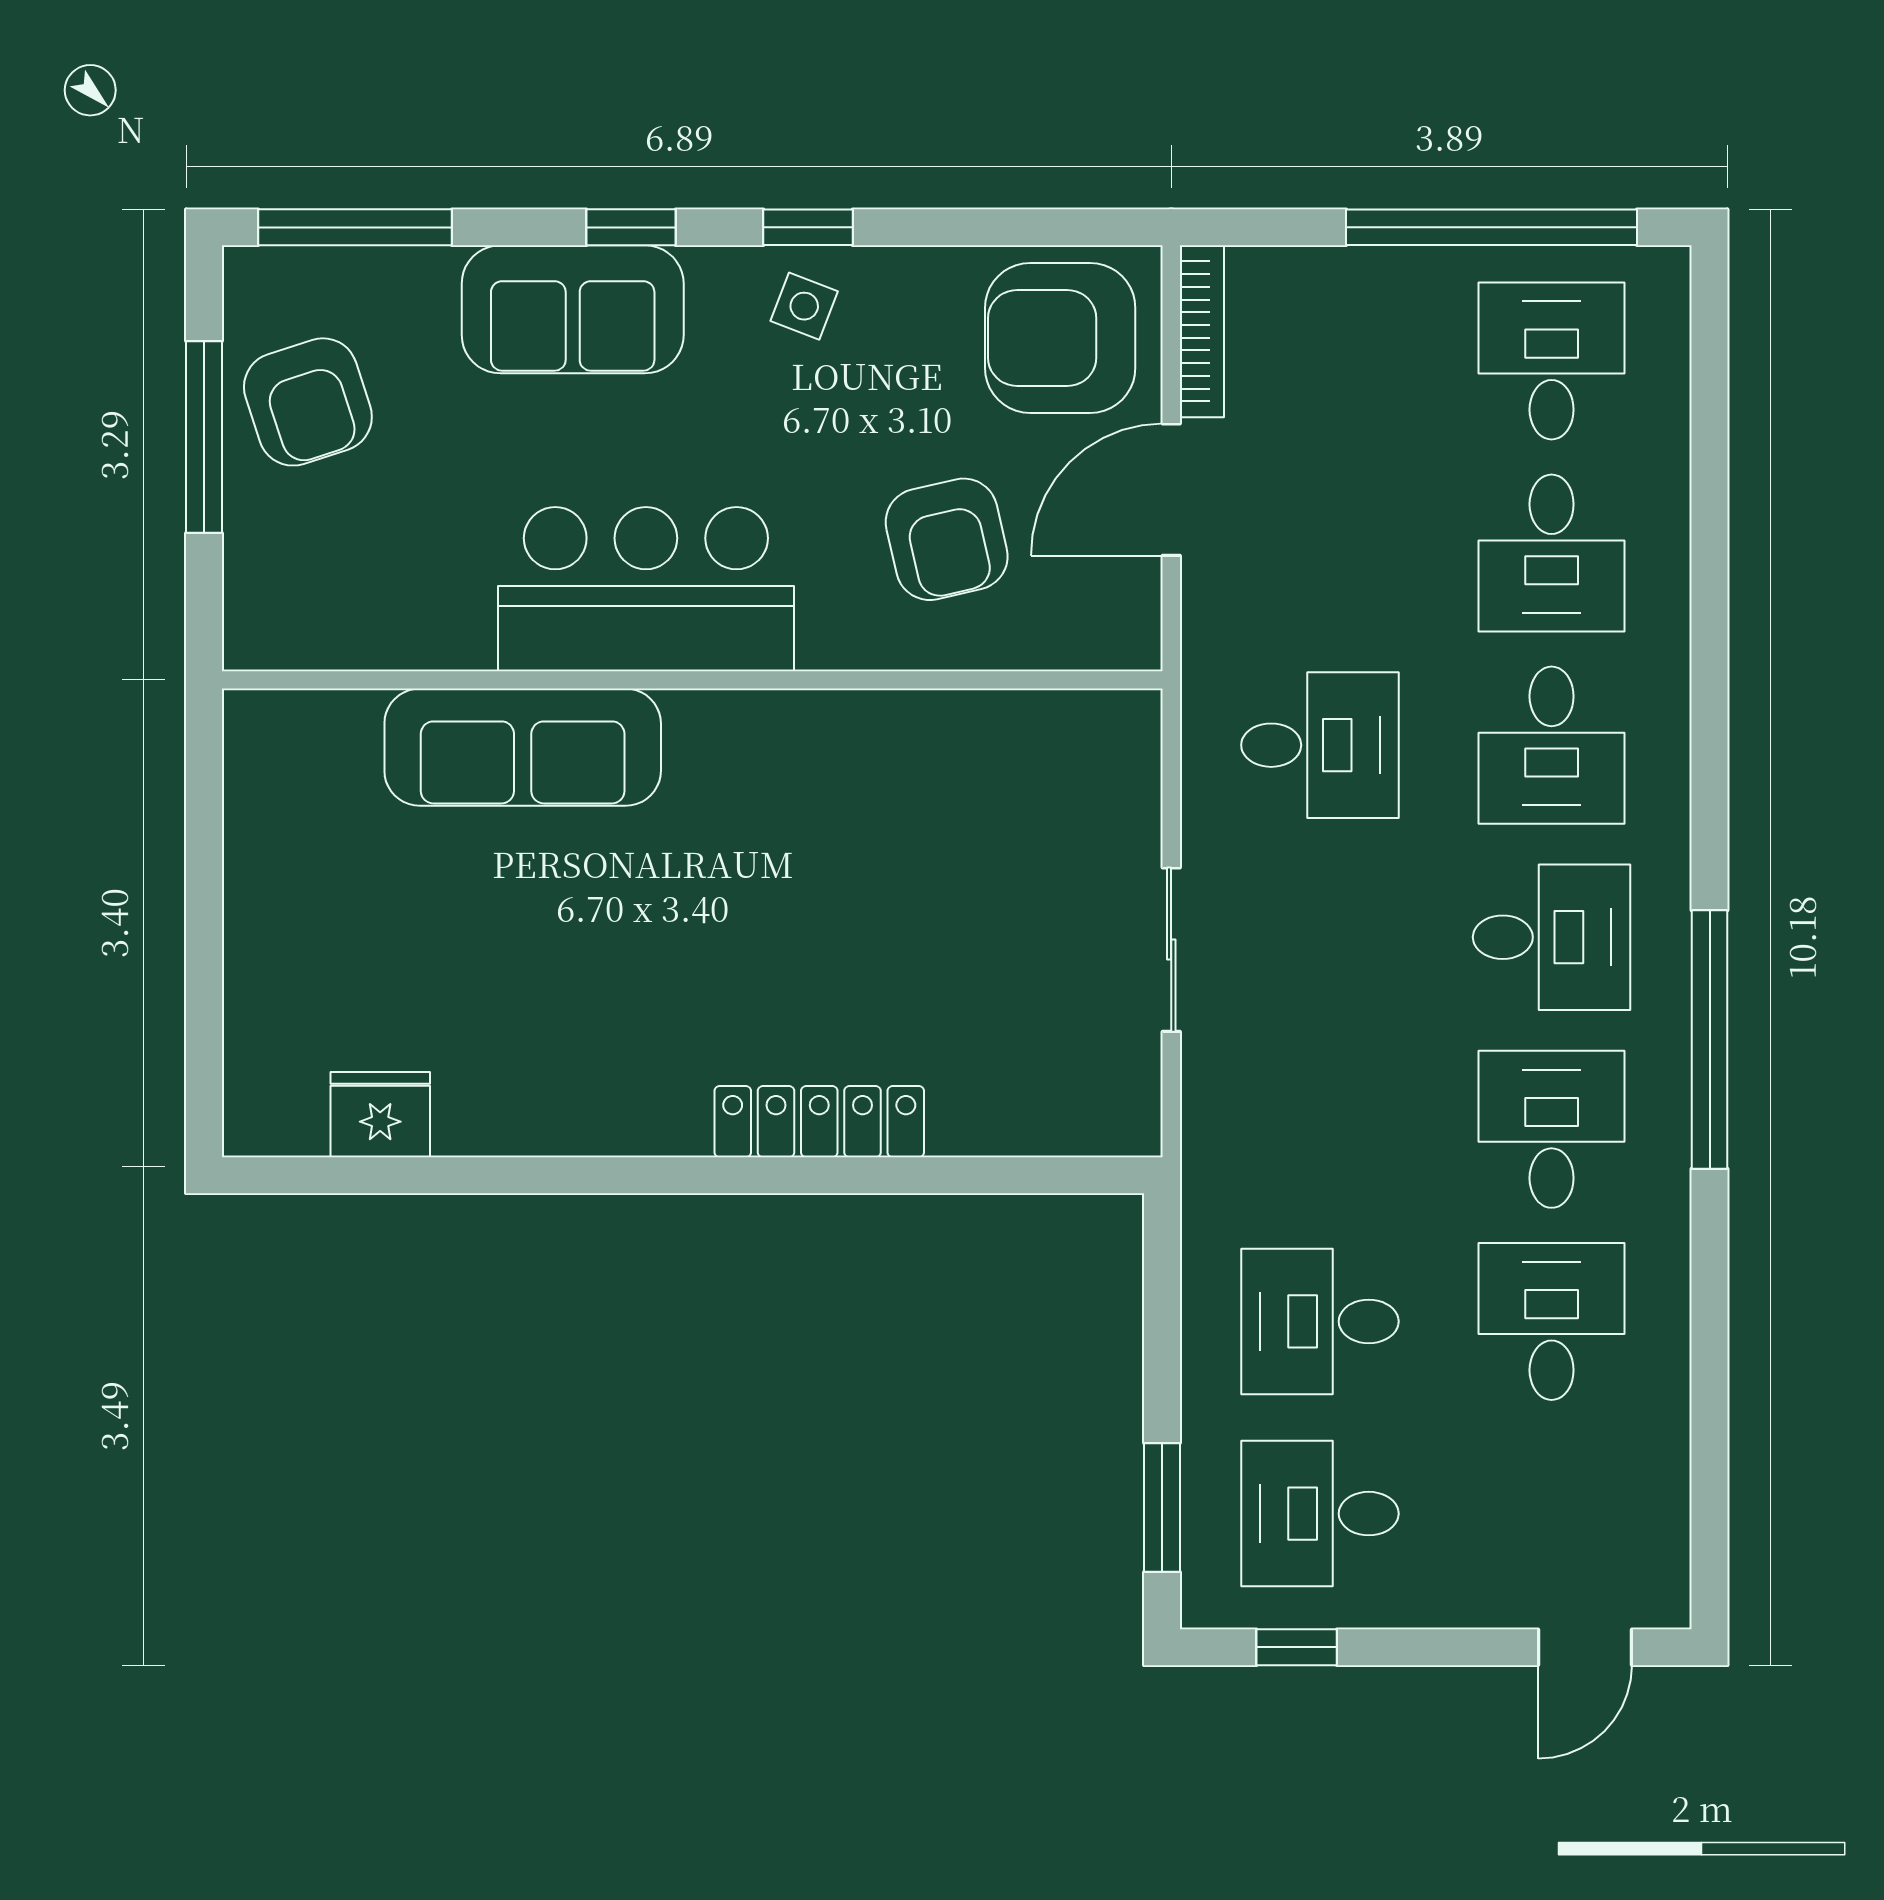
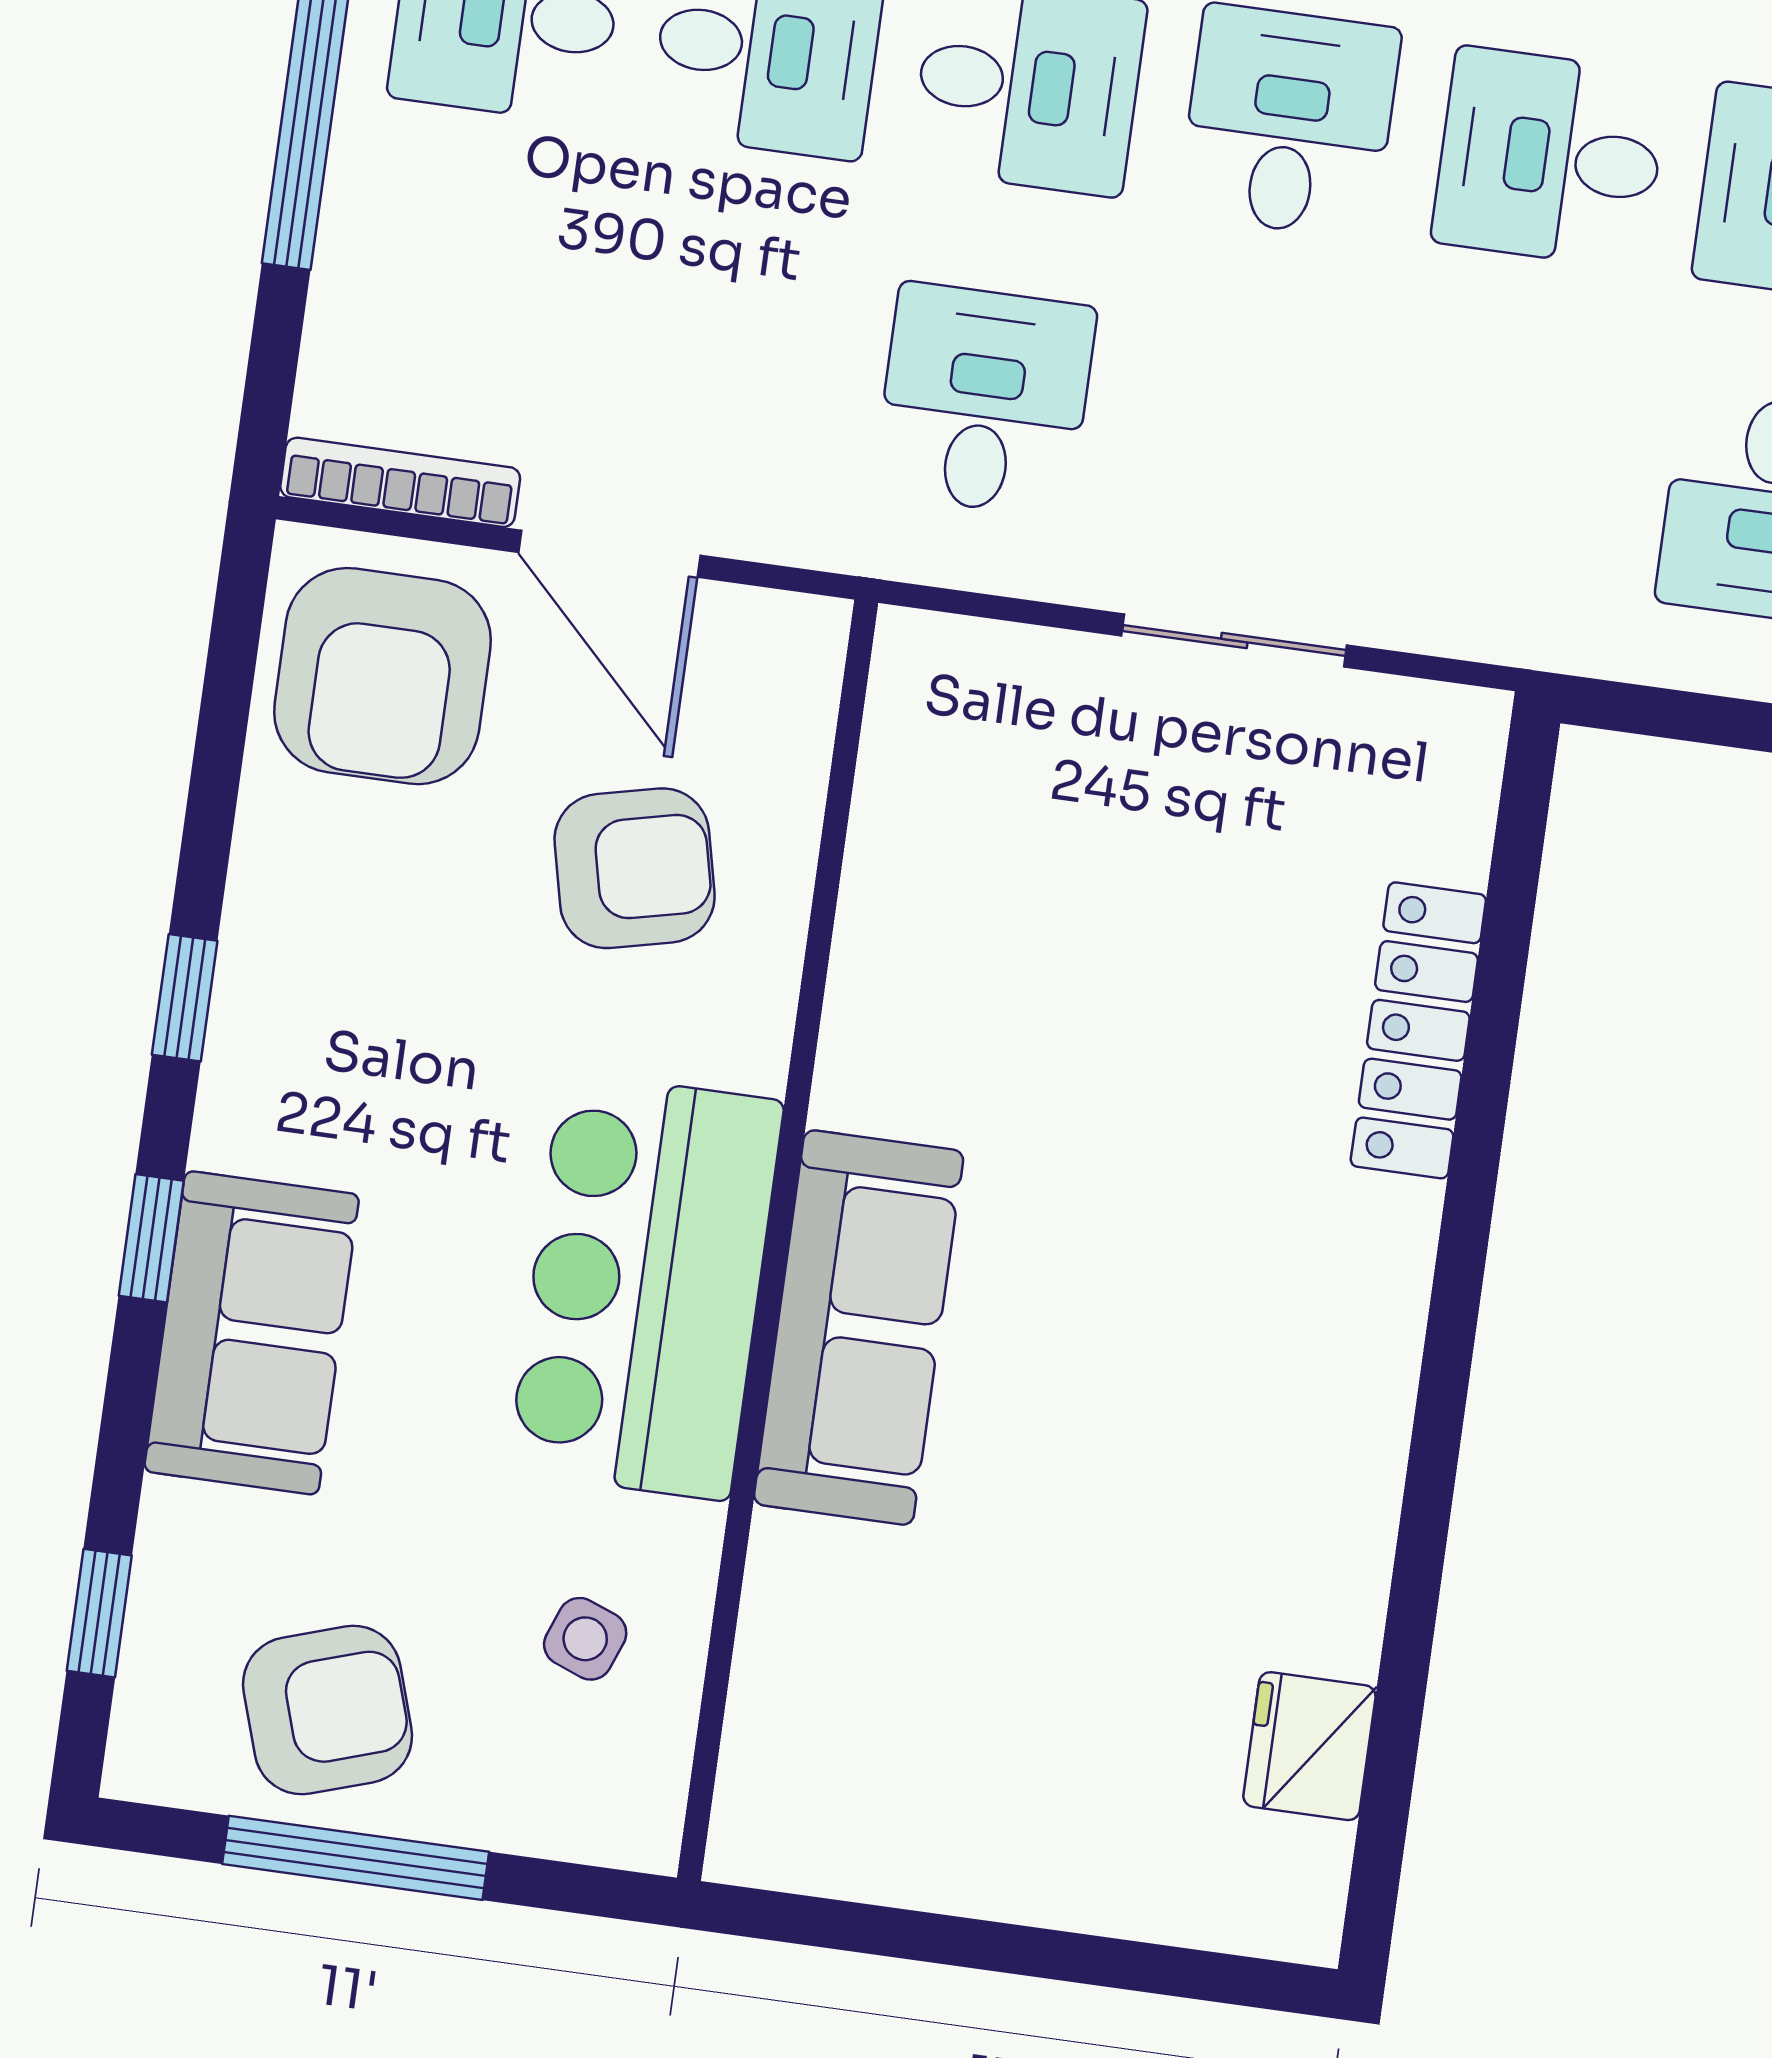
window: (355, 227) -> (99, 1613), width x0.46
side table: (804, 306) -> (585, 1639), moved
sofa: (523, 747) -> (859, 1328), moved
locker: (819, 1122) -> (1418, 1030), moved

